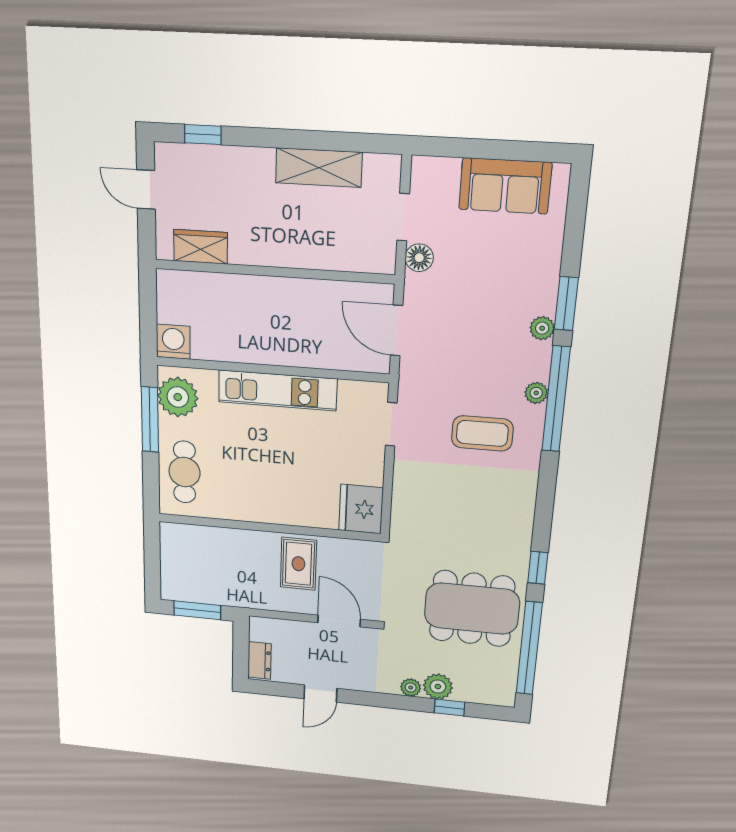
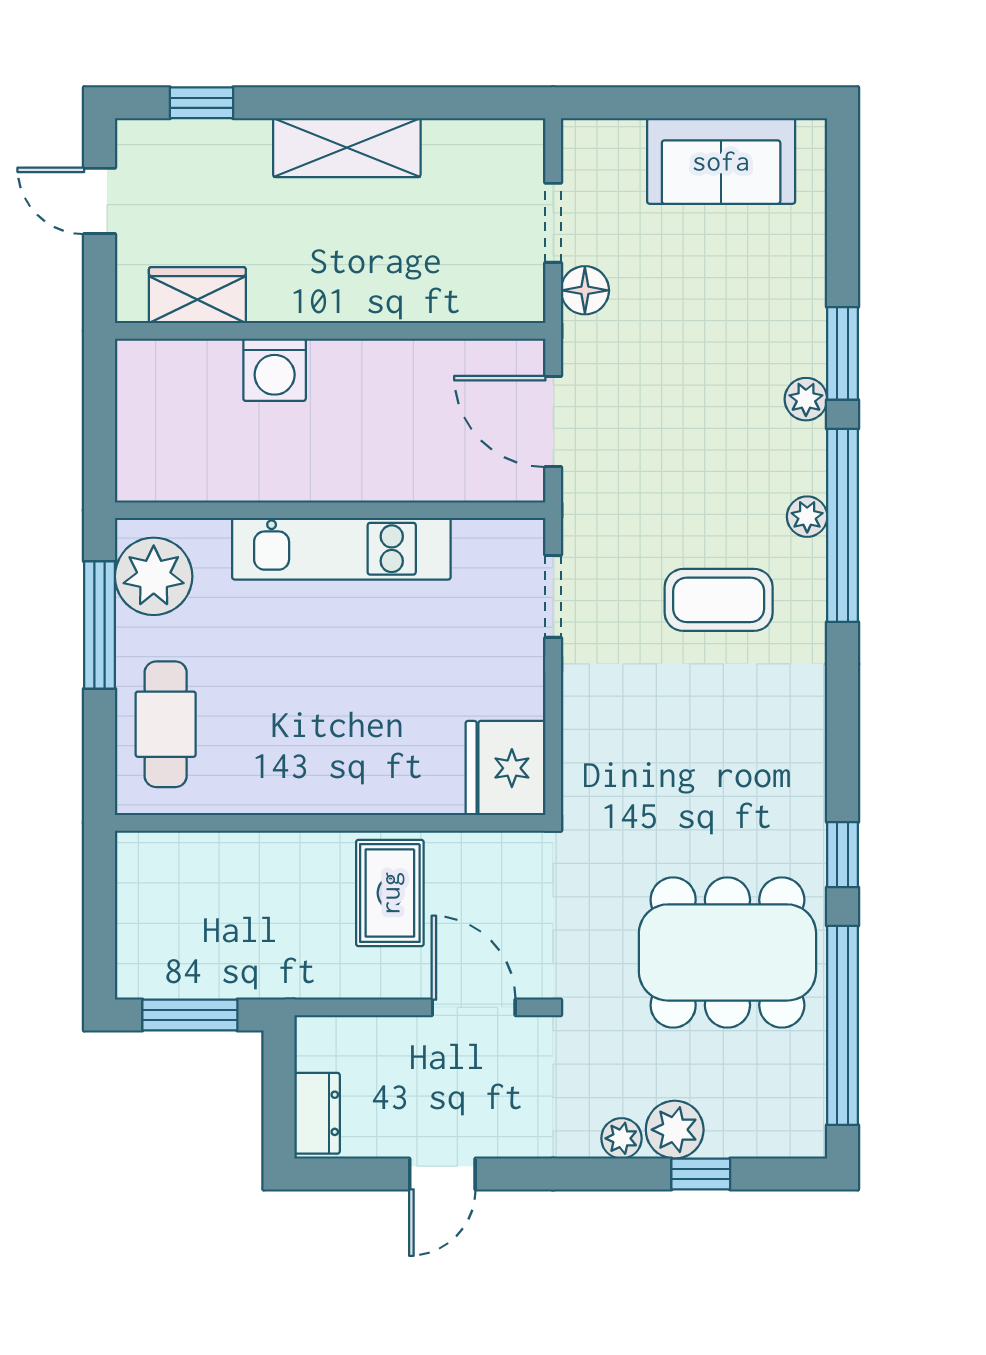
shelving: (319, 168) -> (347, 148), moved
washing machine: (173, 342) -> (275, 370), moved, turned 180

